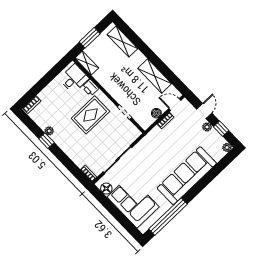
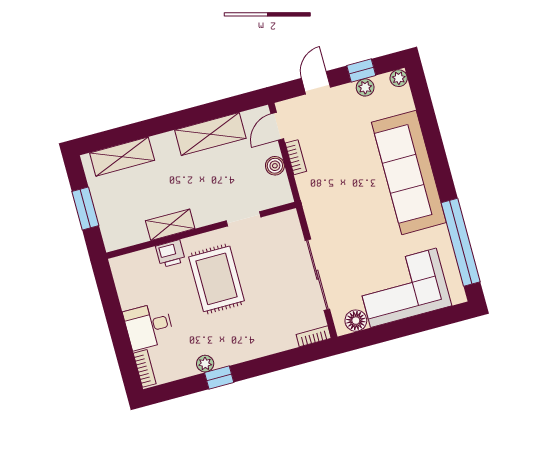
shelving: (87, 63) -> (170, 225), moved
desk: (74, 79) -> (149, 326), moved, turned -90
door: (204, 111) -> (316, 83), hinge flipped
plant: (207, 127) -> (365, 87), moved

